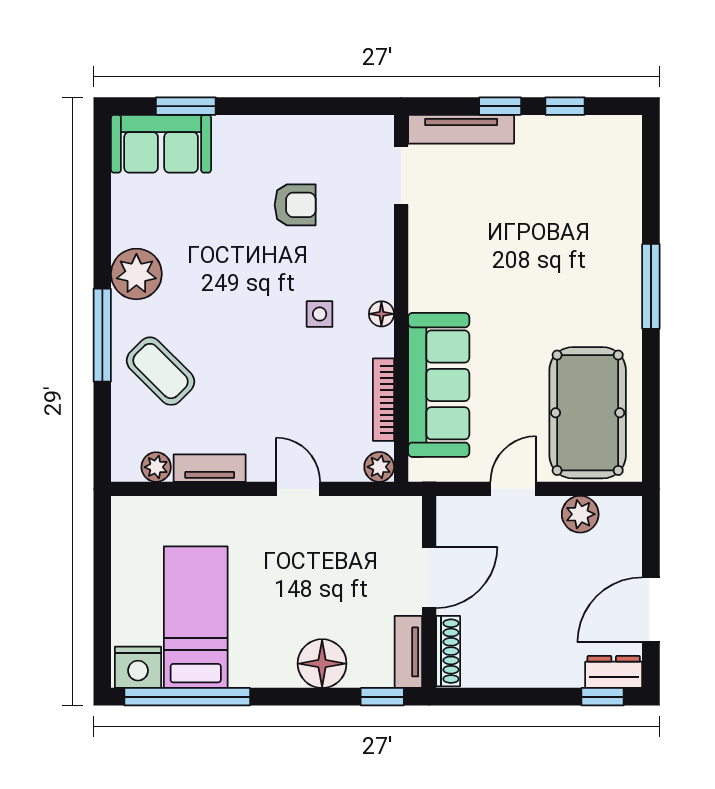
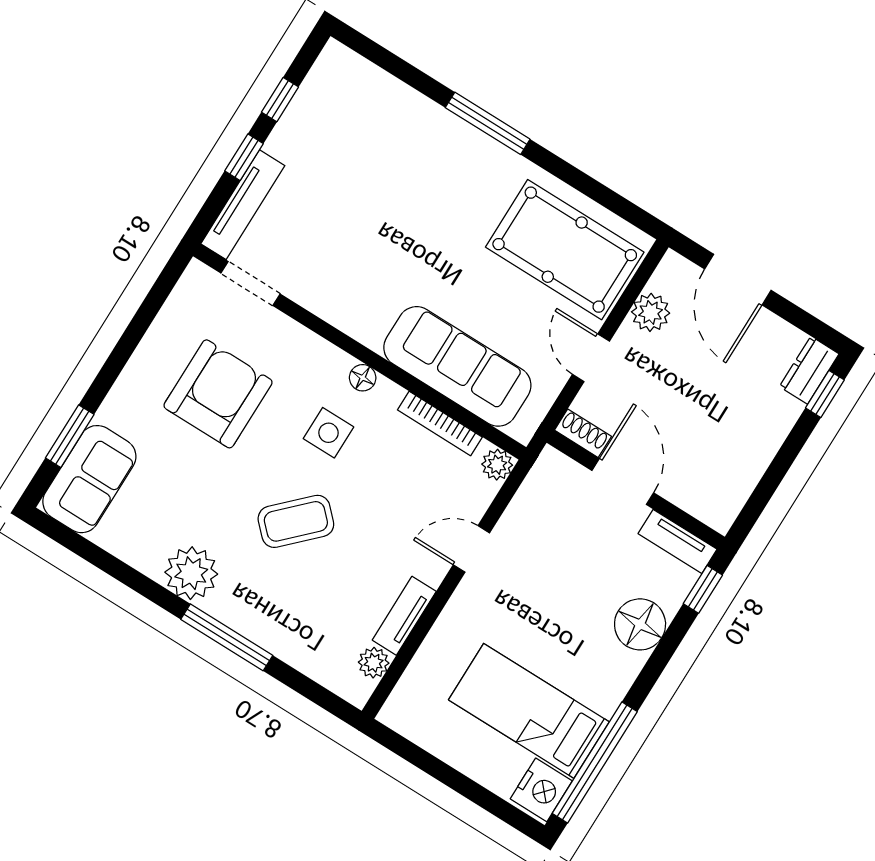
armchair: (295, 205) -> (218, 394), width x1.88, depth x1.88
side table: (320, 314) -> (328, 433), width x1.37, depth x1.37
coffee table: (161, 371) -> (296, 521), moved
door: (651, 610) -> (738, 280), moved
shoe rack: (448, 651) -> (583, 433), moved, width x0.70

